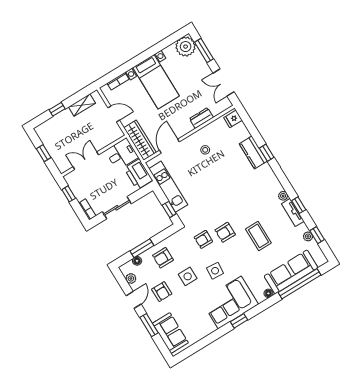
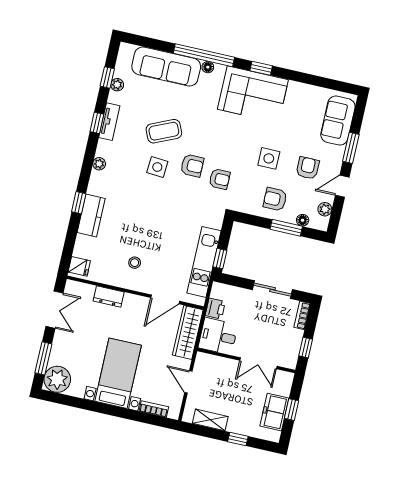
freezer: (52, 143) -> (274, 412), added
printer: (138, 174) -> (215, 309), width x0.53, depth x0.68
plant: (283, 196) -> (99, 164), moved
window: (169, 209) -> (220, 259), moved
coffee table: (258, 236) -> (164, 131), turned 66
armchair: (163, 258) -> (275, 199), turned 180
side table: (215, 271) -> (157, 167), moved
window: (300, 284) -> (204, 55), moved

